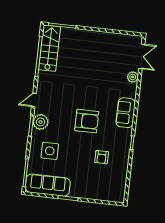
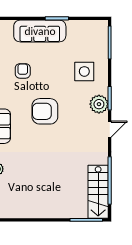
sofa: (48, 185) -> (40, 31), moved

